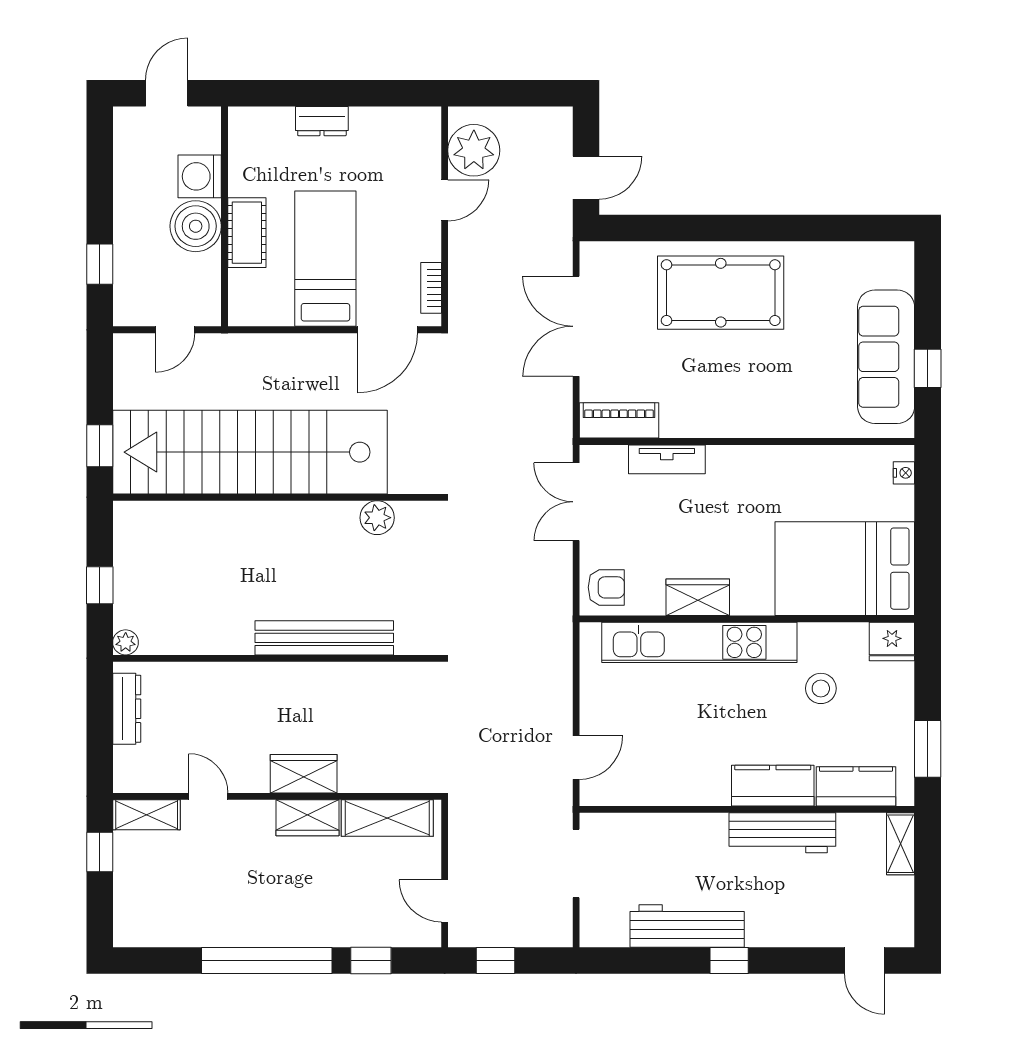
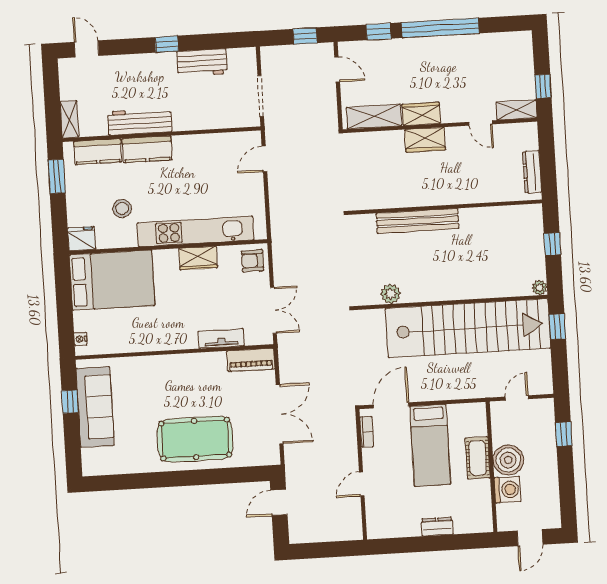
plant: (474, 150) -> (346, 515), removed
plant: (126, 642) -> (540, 288), moved
workbench: (687, 926) -> (202, 63), width x0.73

